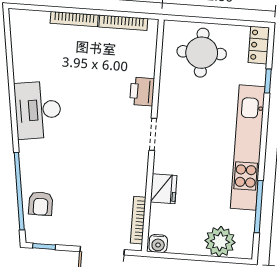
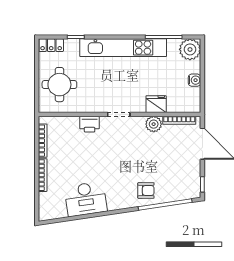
desk: (38, 110) -> (86, 199), moved
plant: (135, 183) -> (154, 124), added
armchair: (41, 204) -> (146, 191), moved
plant: (220, 242) -> (190, 49), moved
water cooler: (158, 244) -> (195, 80), moved

